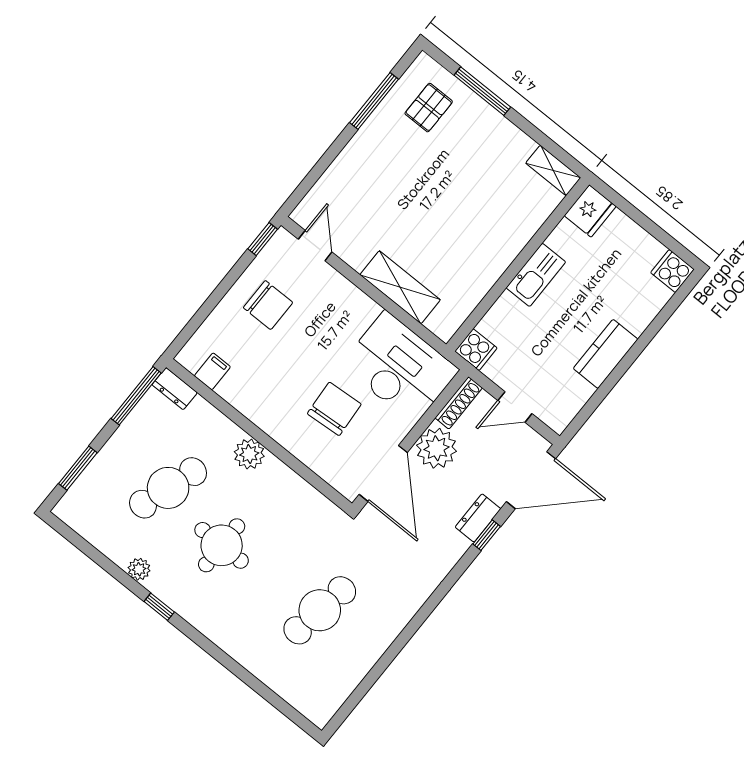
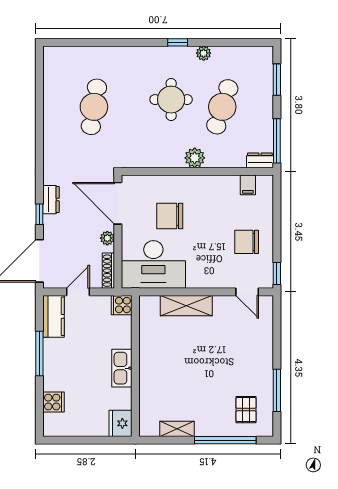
window: (482, 91) -> (225, 440), width x1.46
shelving: (553, 170) -> (177, 429), moved
cooker: (672, 271) -> (54, 402), moved
kitchen counter: (606, 354) -> (53, 316), moved
window: (619, 371) -> (39, 354), added
chair: (334, 409) -> (170, 216), turned 94
plant: (436, 448) -> (107, 238), width x0.53, depth x0.53
dresser: (478, 518) -> (51, 200), moved

